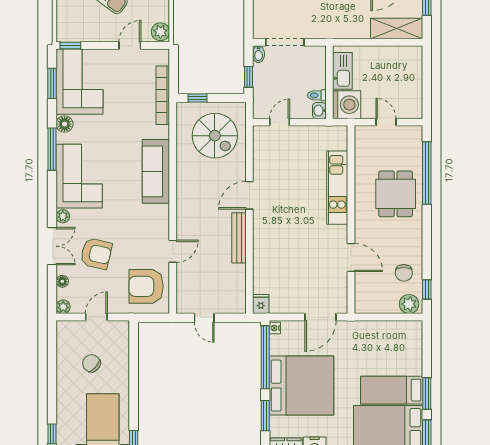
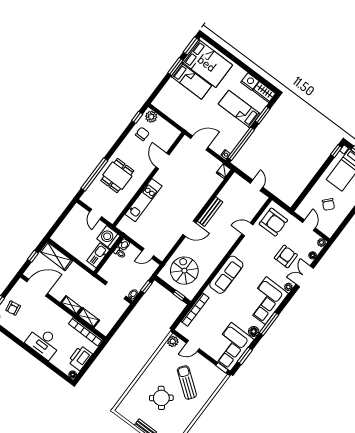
armchair: (96, 254) -> (286, 256), turned 77
door: (96, 317) -> (309, 225), swing flipped
bed: (302, 386) -> (239, 109), width x0.49

